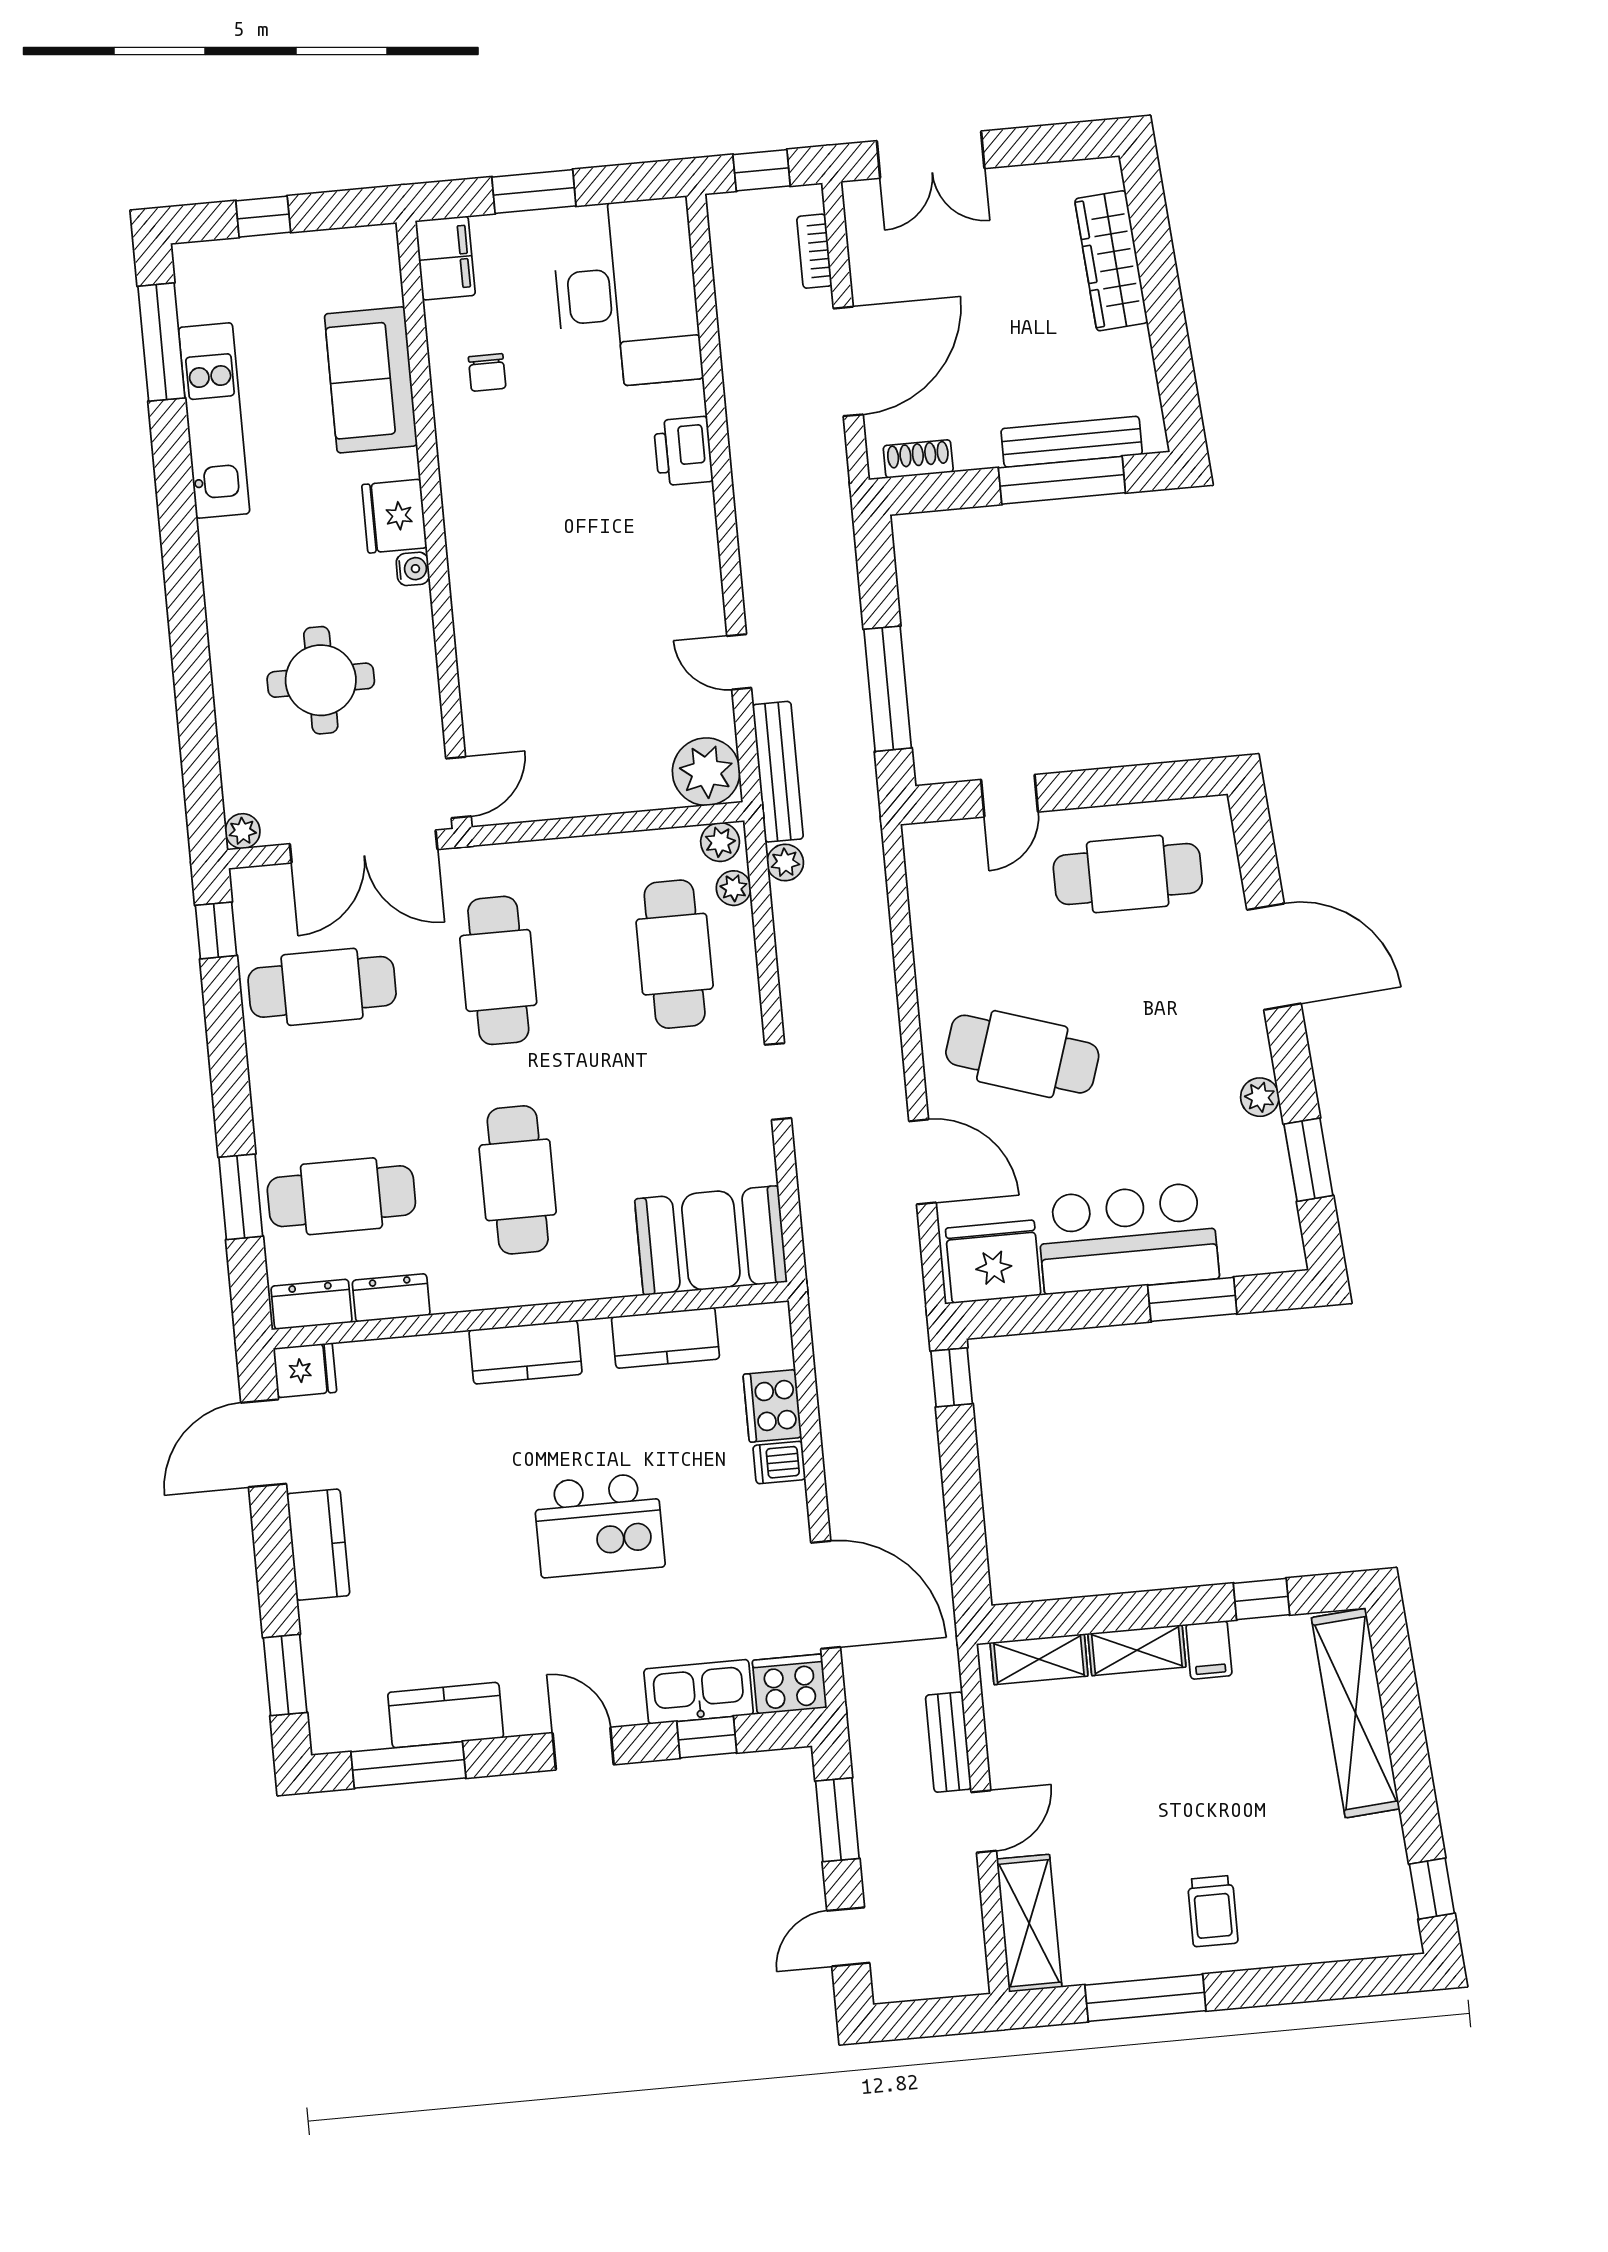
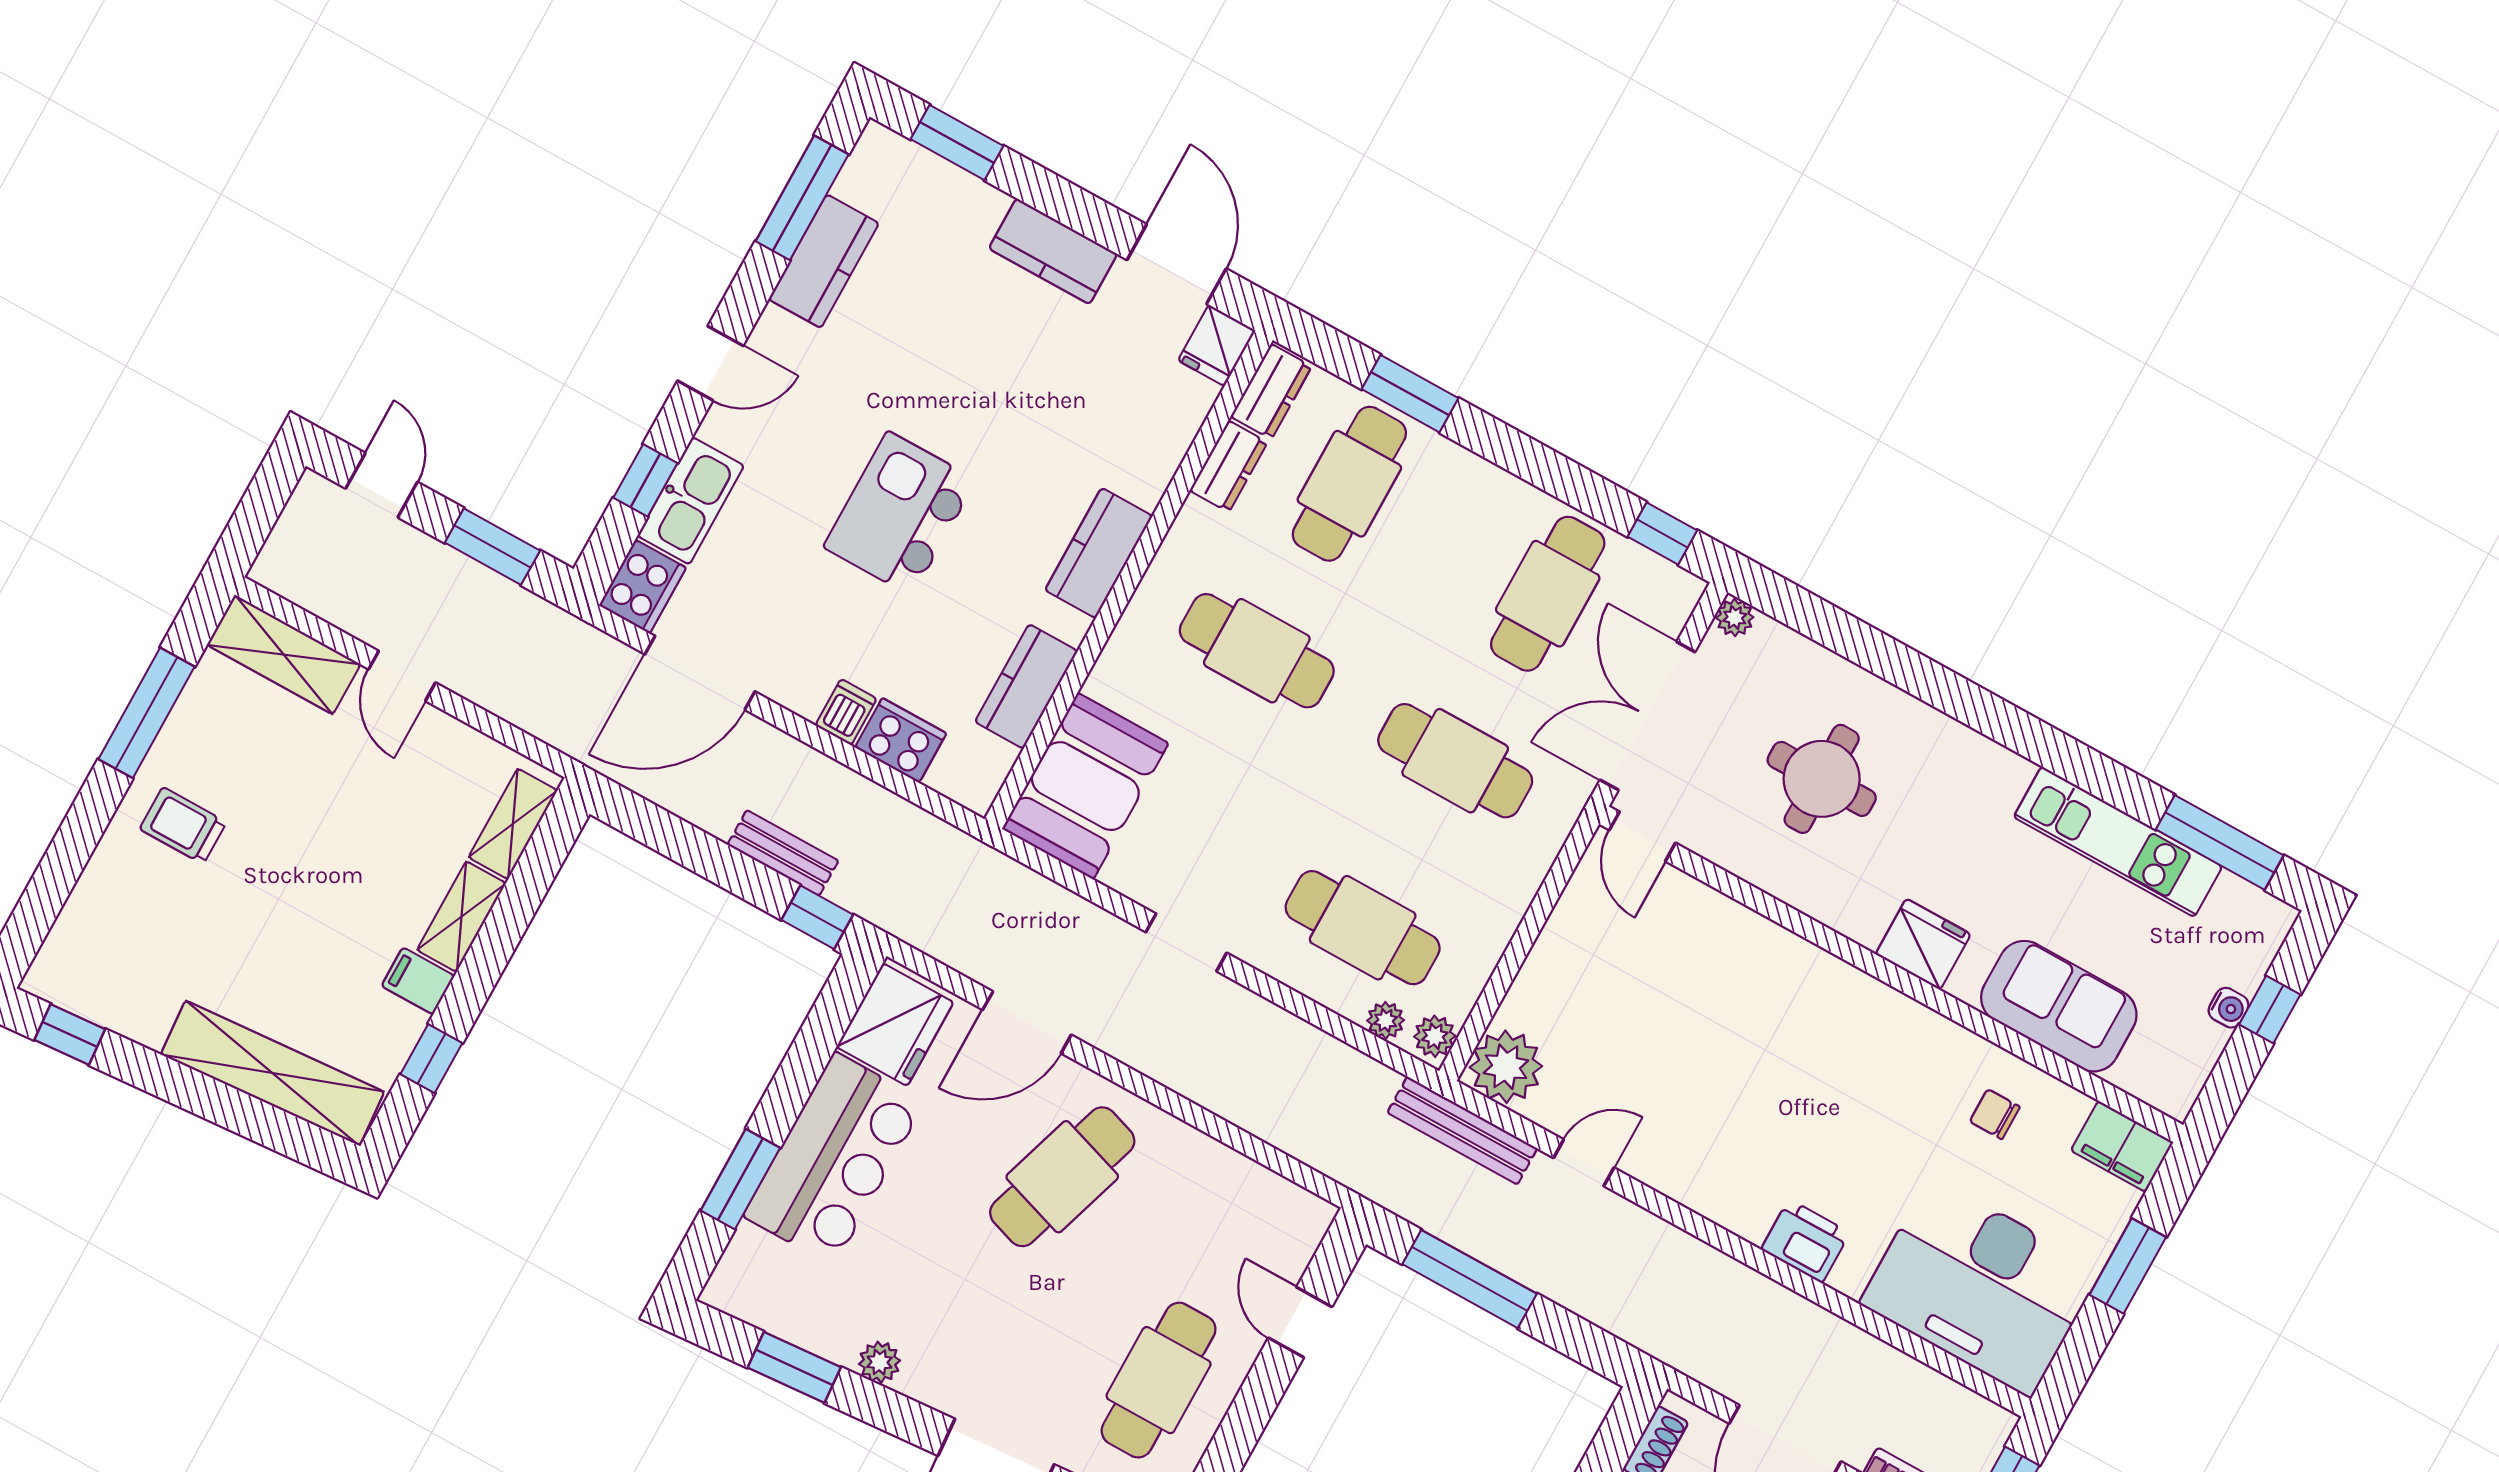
water cooler: (413, 569) -> (2228, 1008), moved, turned -90
plant: (785, 862) -> (1377, 1082), removed
bench: (948, 1742) -> (783, 853), moved

